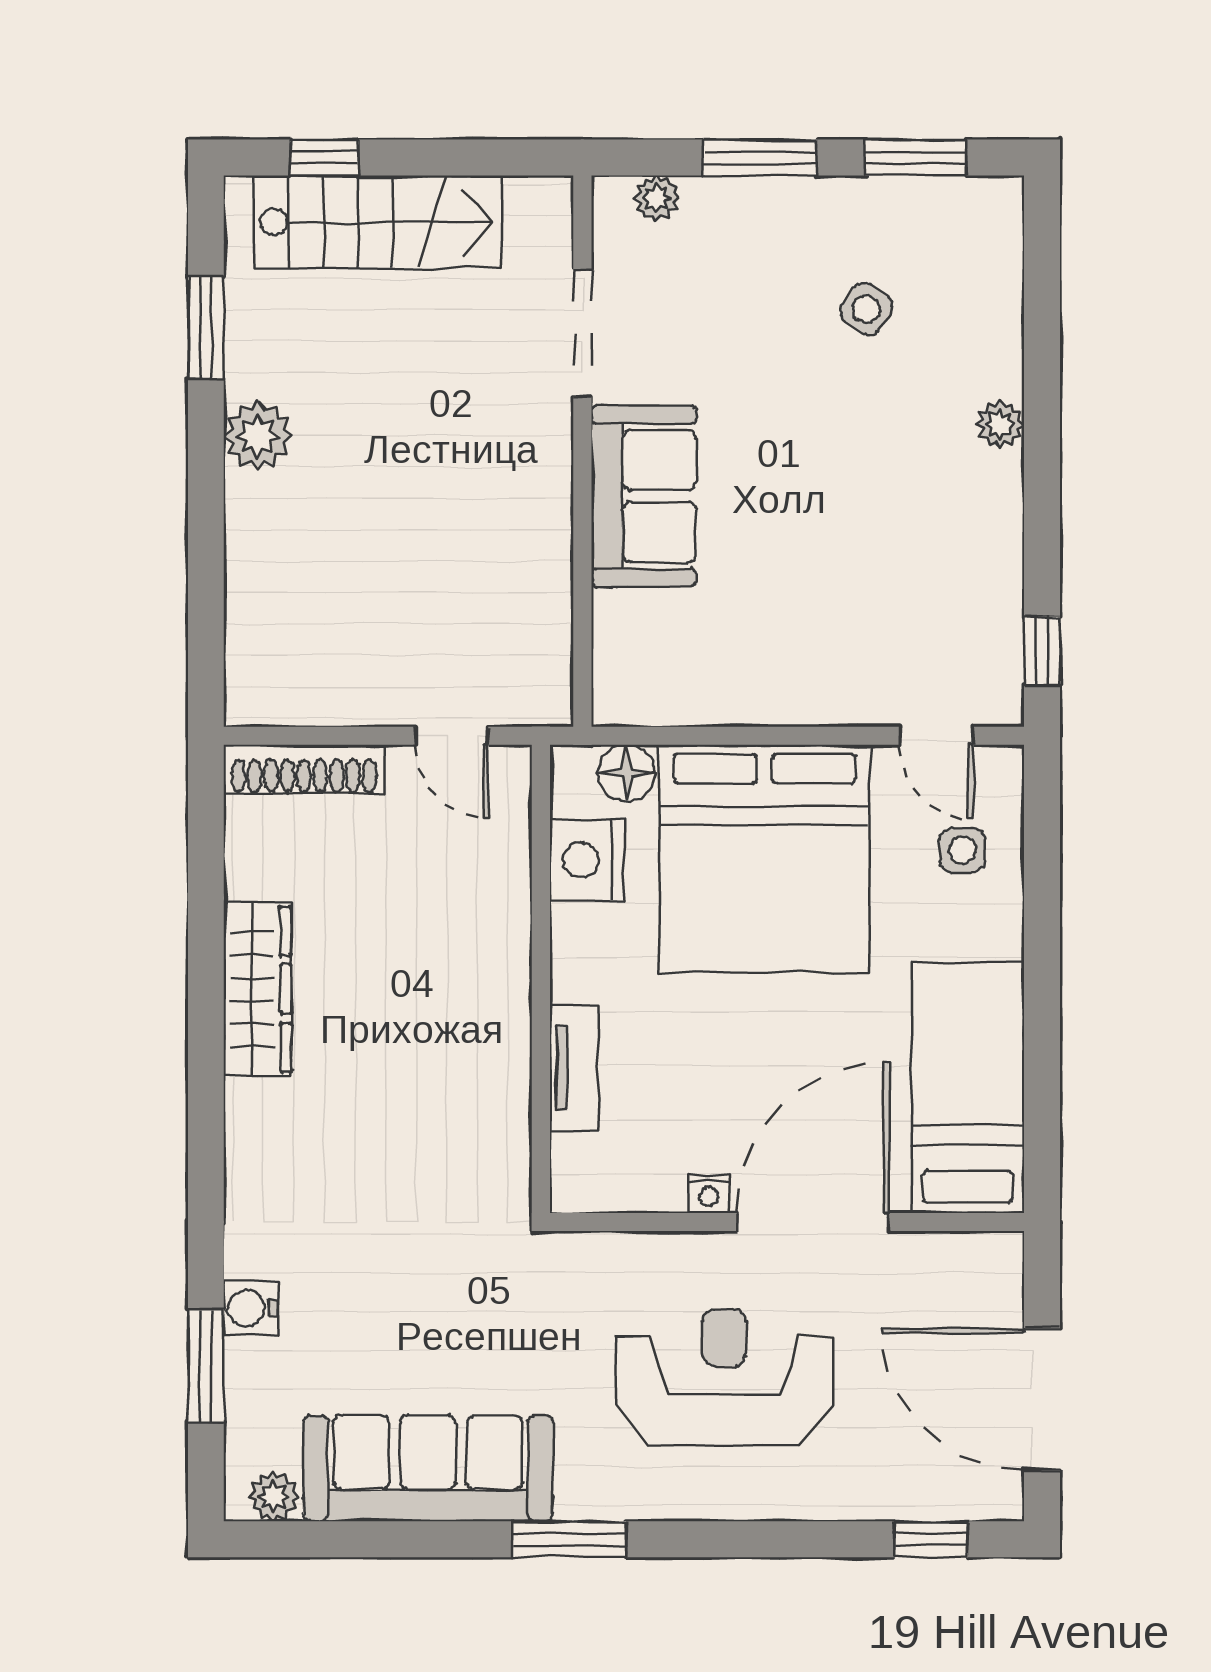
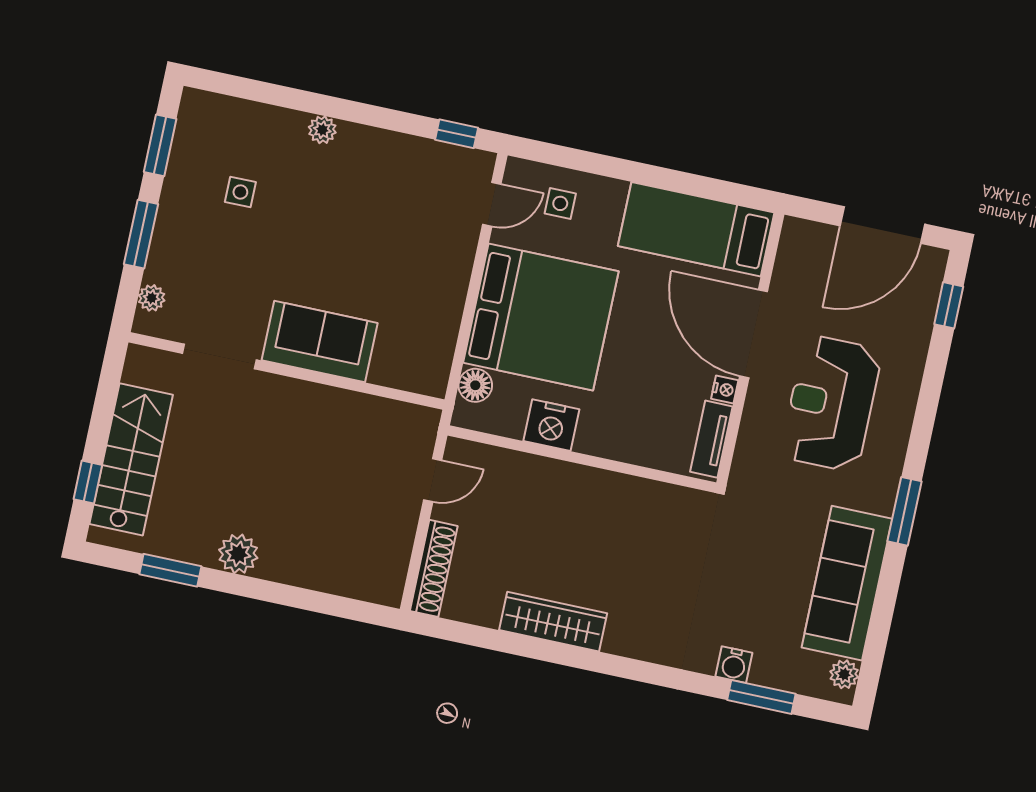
side table: (866, 309) -> (240, 192), turned -36
nightstand: (587, 860) -> (551, 425), moved
tv unit: (574, 1068) -> (711, 439), moved, turned -90

